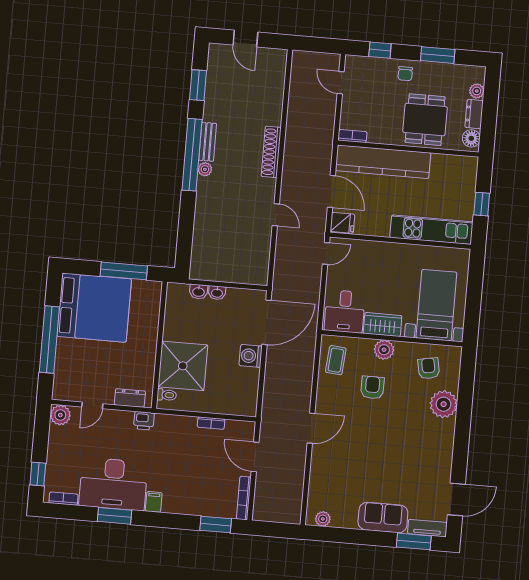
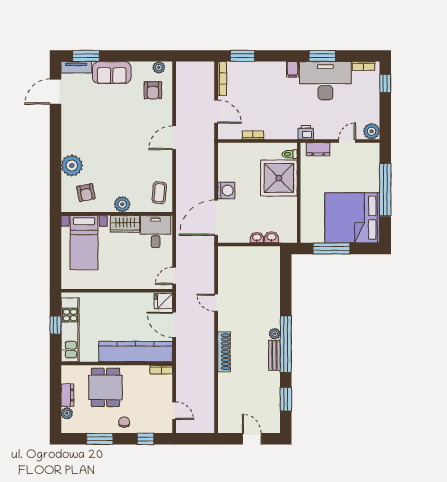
floor lamp: (471, 138) -> (68, 376), removed
kitchen unit: (431, 230) -> (70, 330), moved, turned -90
armchair: (372, 388) -> (153, 90), moved

